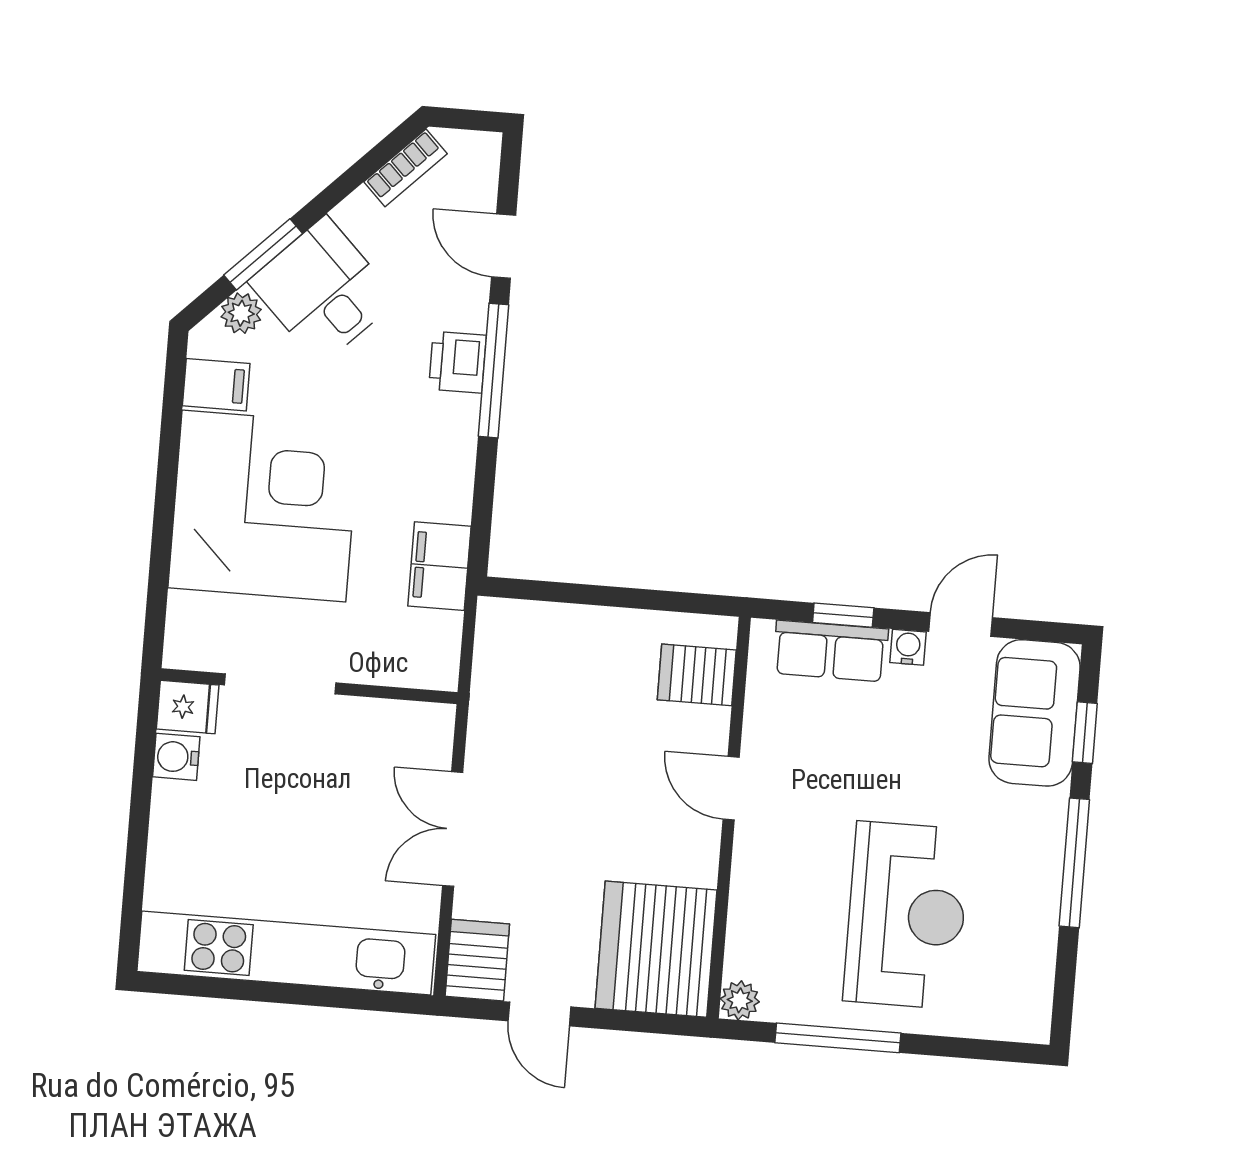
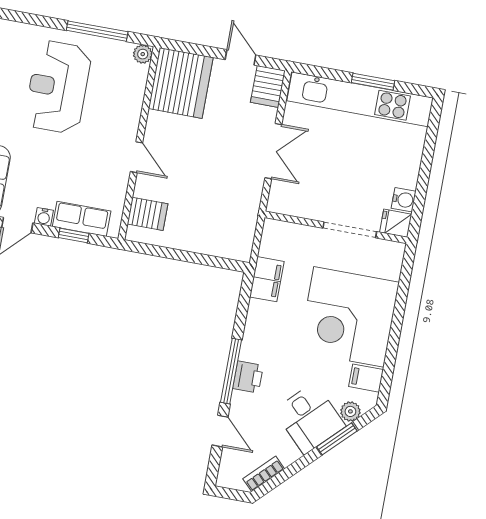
window: (263, 992) -> (373, 82), added

